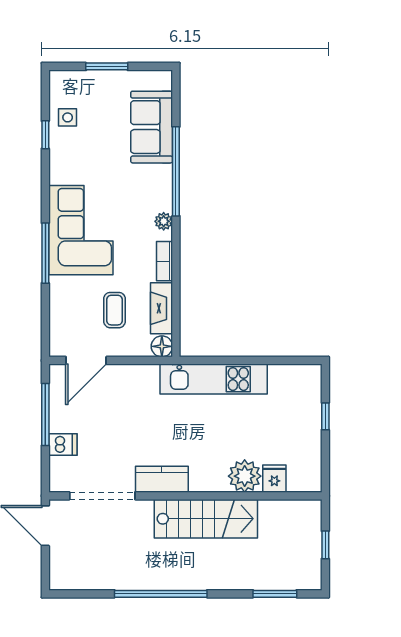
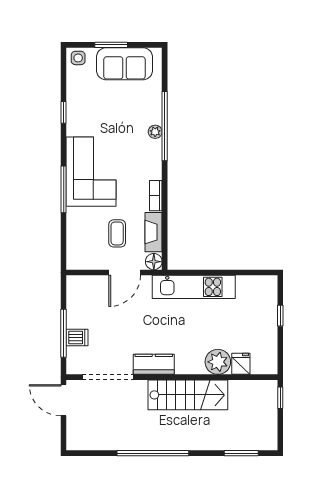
side table: (68, 117) -> (78, 58), moved
sofa: (152, 127) -> (124, 64), moved, turned -90
window: (45, 135) -> (64, 112), moved
plant: (164, 221) -> (155, 132), moved
door: (86, 360) -> (125, 272), moved
window: (45, 414) -> (64, 333), moved
window: (325, 545) -> (280, 398), moved

